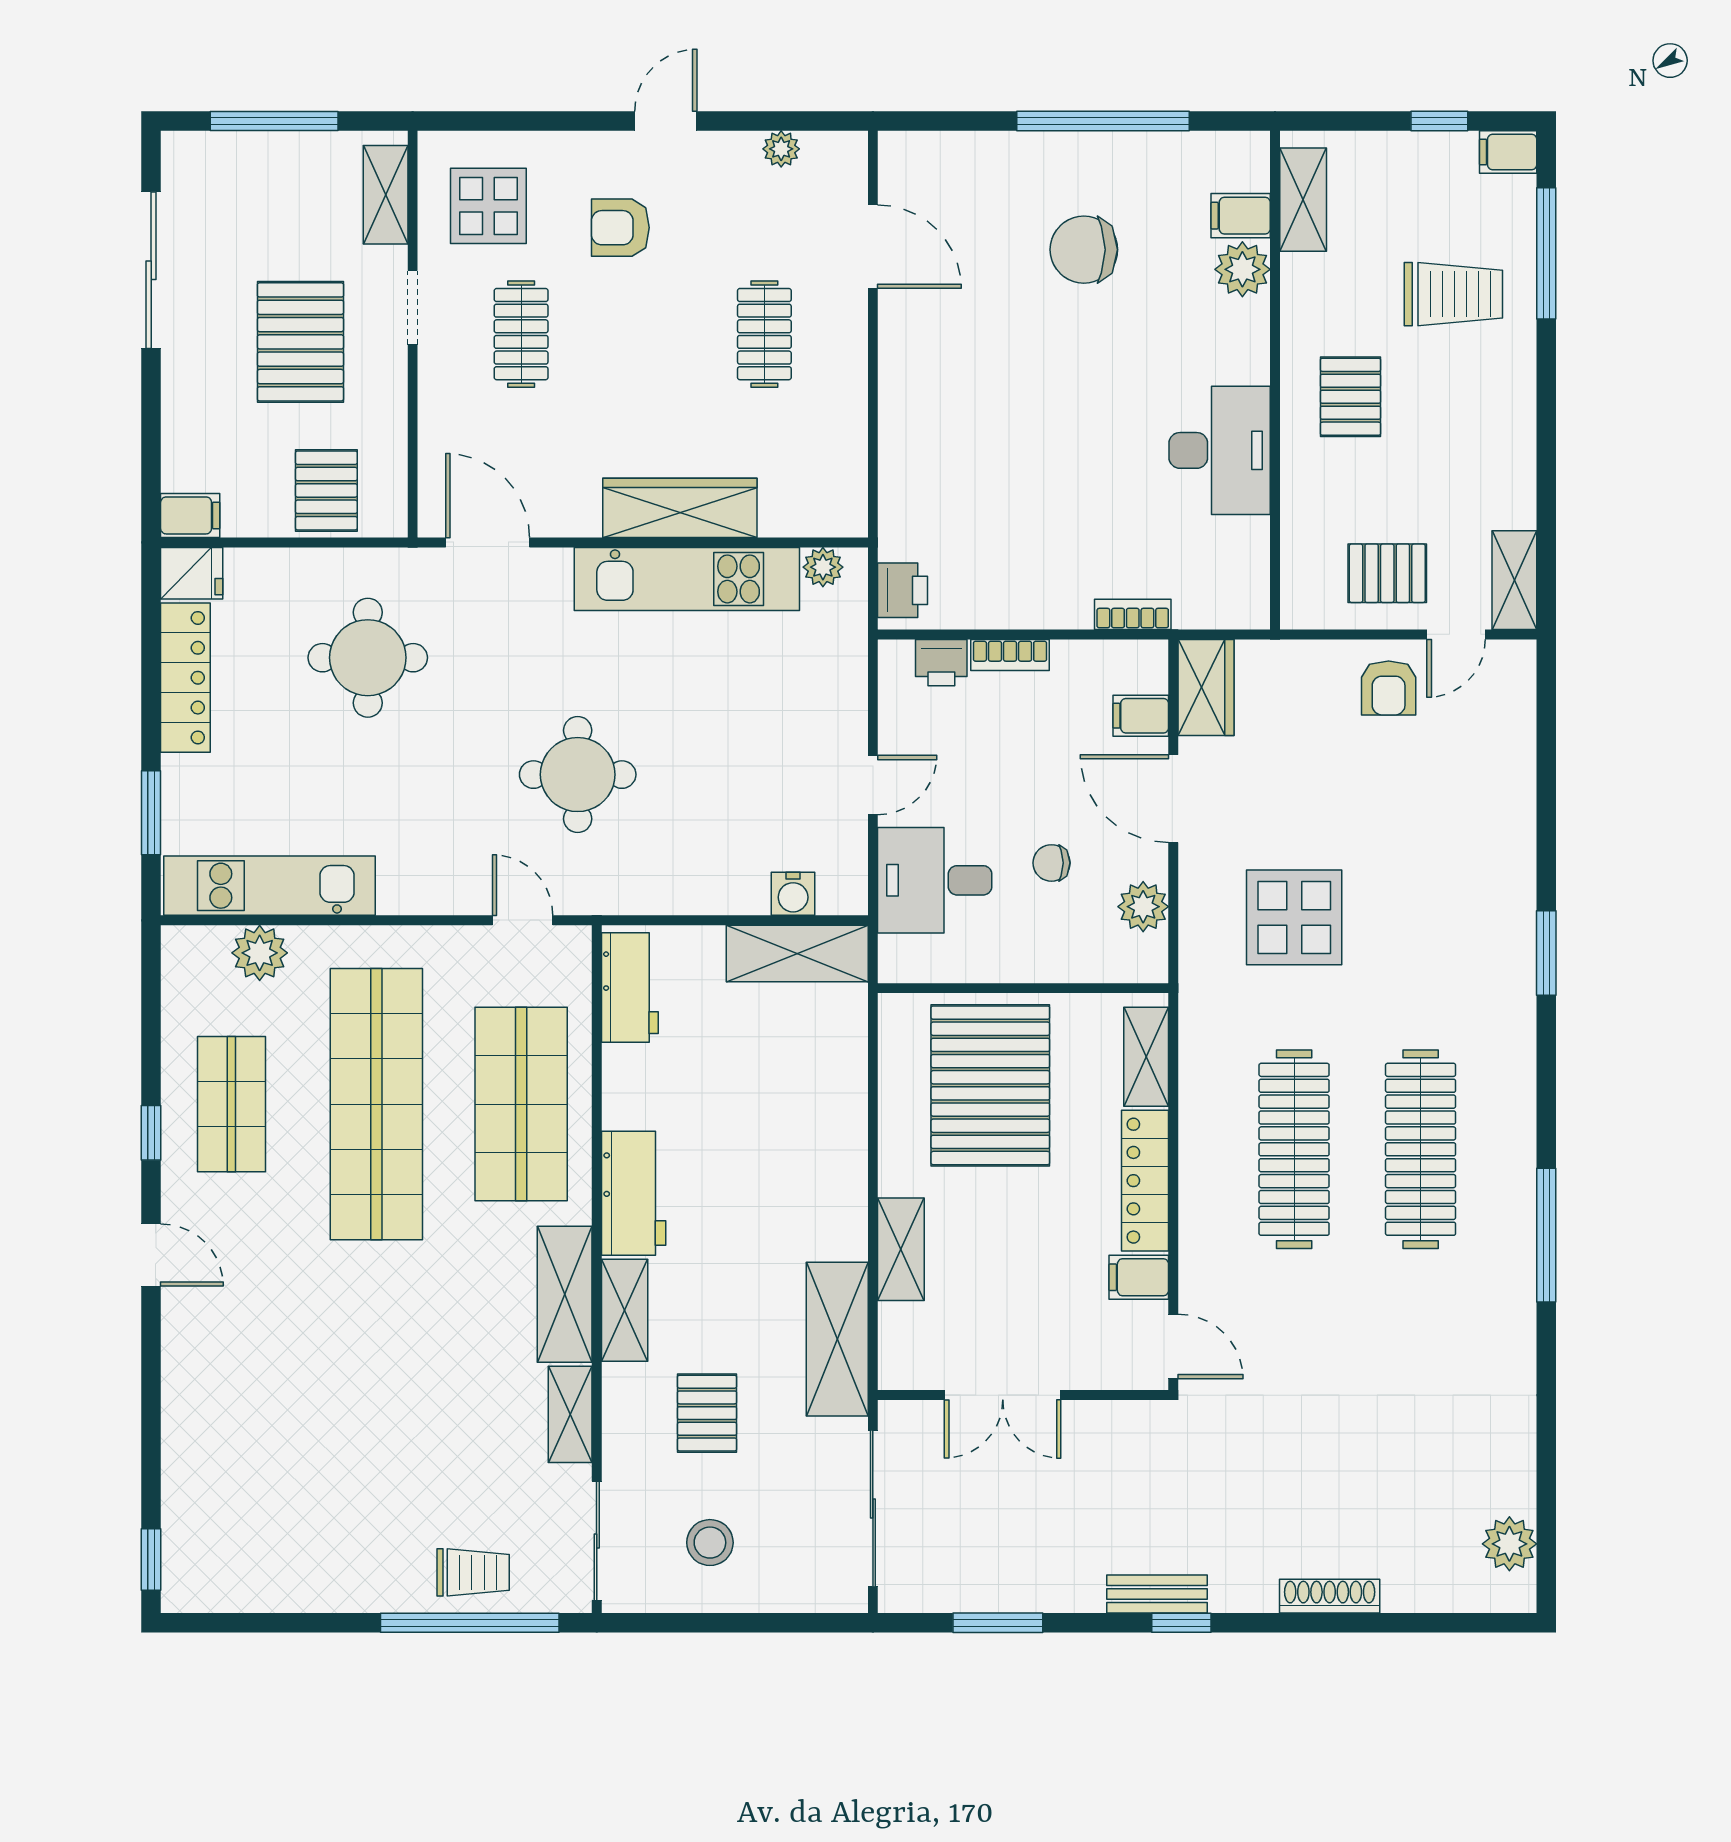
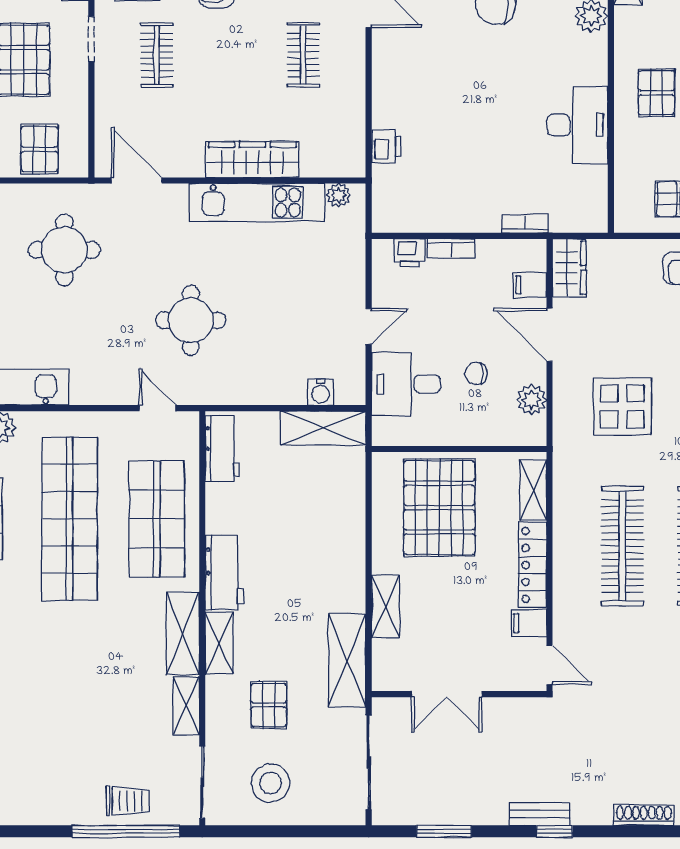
printer: (903, 590) -> (387, 146), moved
stool: (710, 1543) -> (270, 783), width x1.38, depth x1.38

